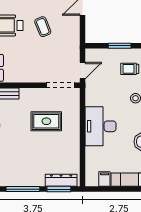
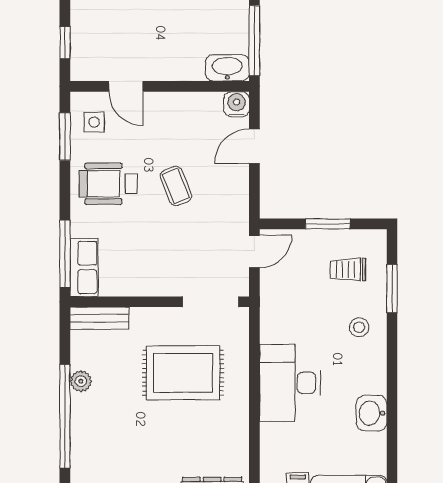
door: (82, 71) -> (254, 251), moved
rug: (46, 121) -> (183, 373), width x1.36, depth x1.43

